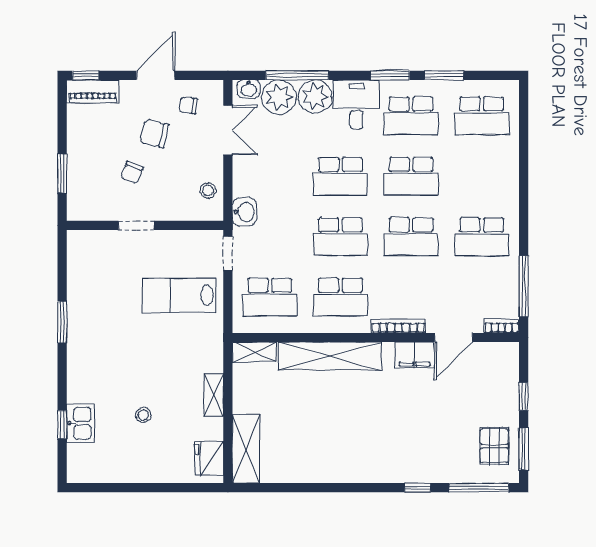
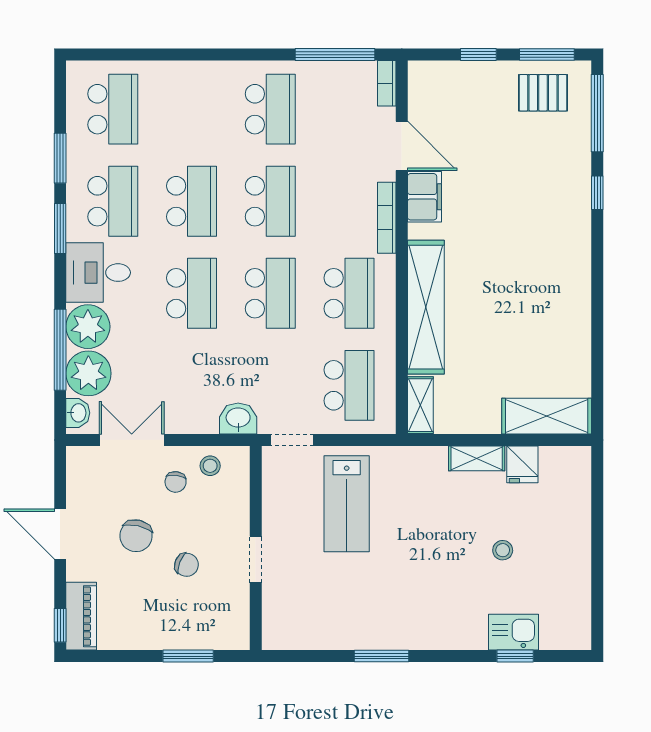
chair: (188, 105) -> (176, 482), moved
fridge: (209, 458) -> (522, 464), moved, width x0.72

